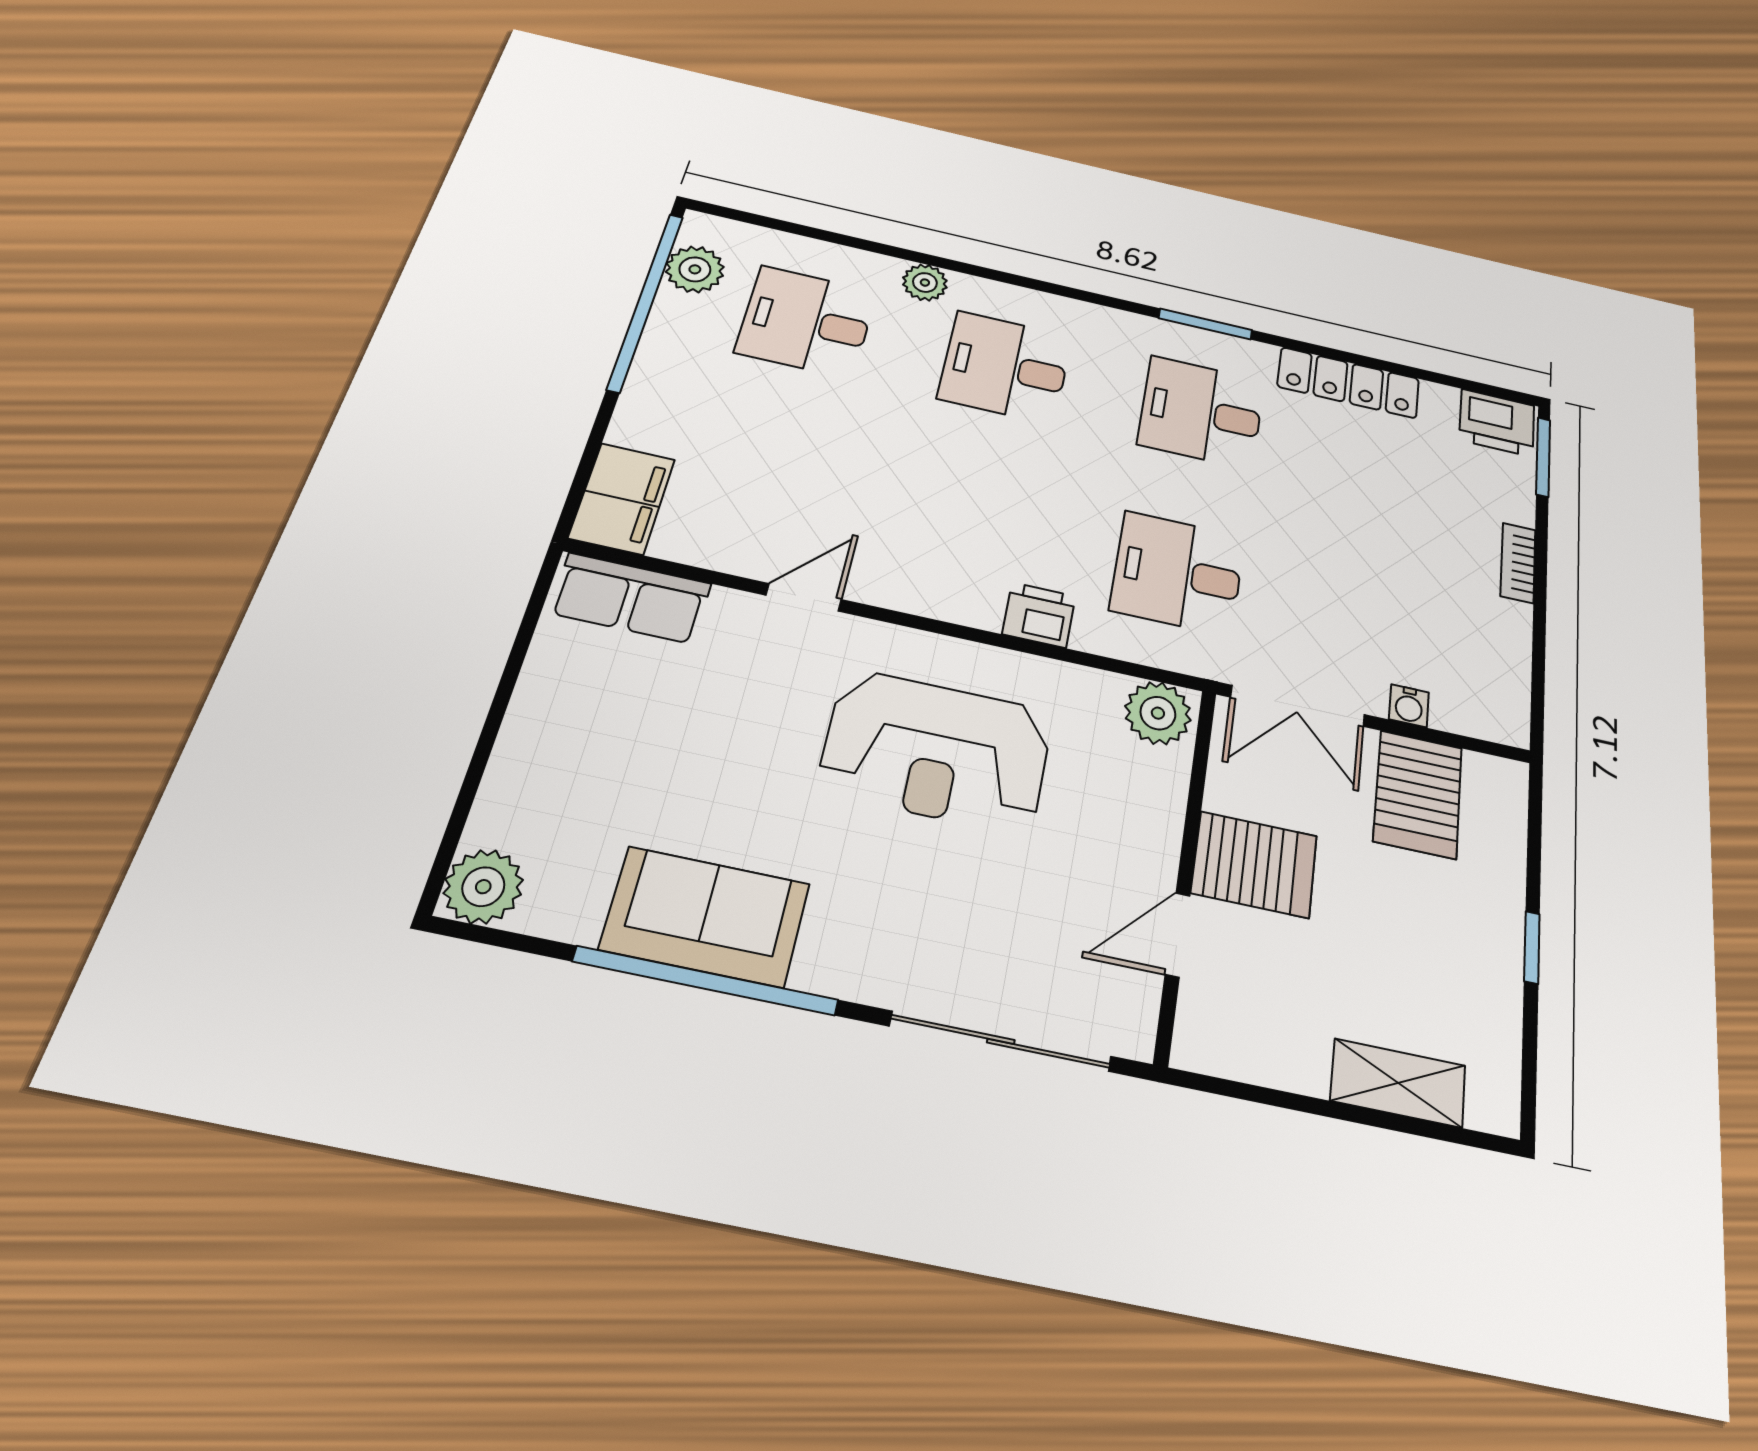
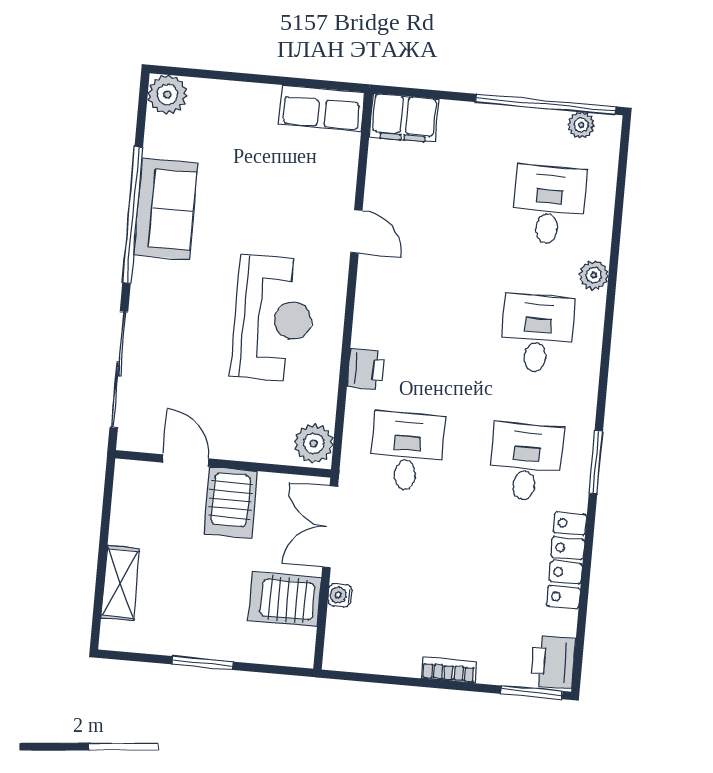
plant: (695, 269) -> (581, 125), width x0.73, depth x0.73
row of seats: (631, 598) -> (322, 108), moved, turned -90
reception desk: (937, 751) -> (273, 319), turned 180
window: (1532, 947) -> (202, 663), width x1.50

